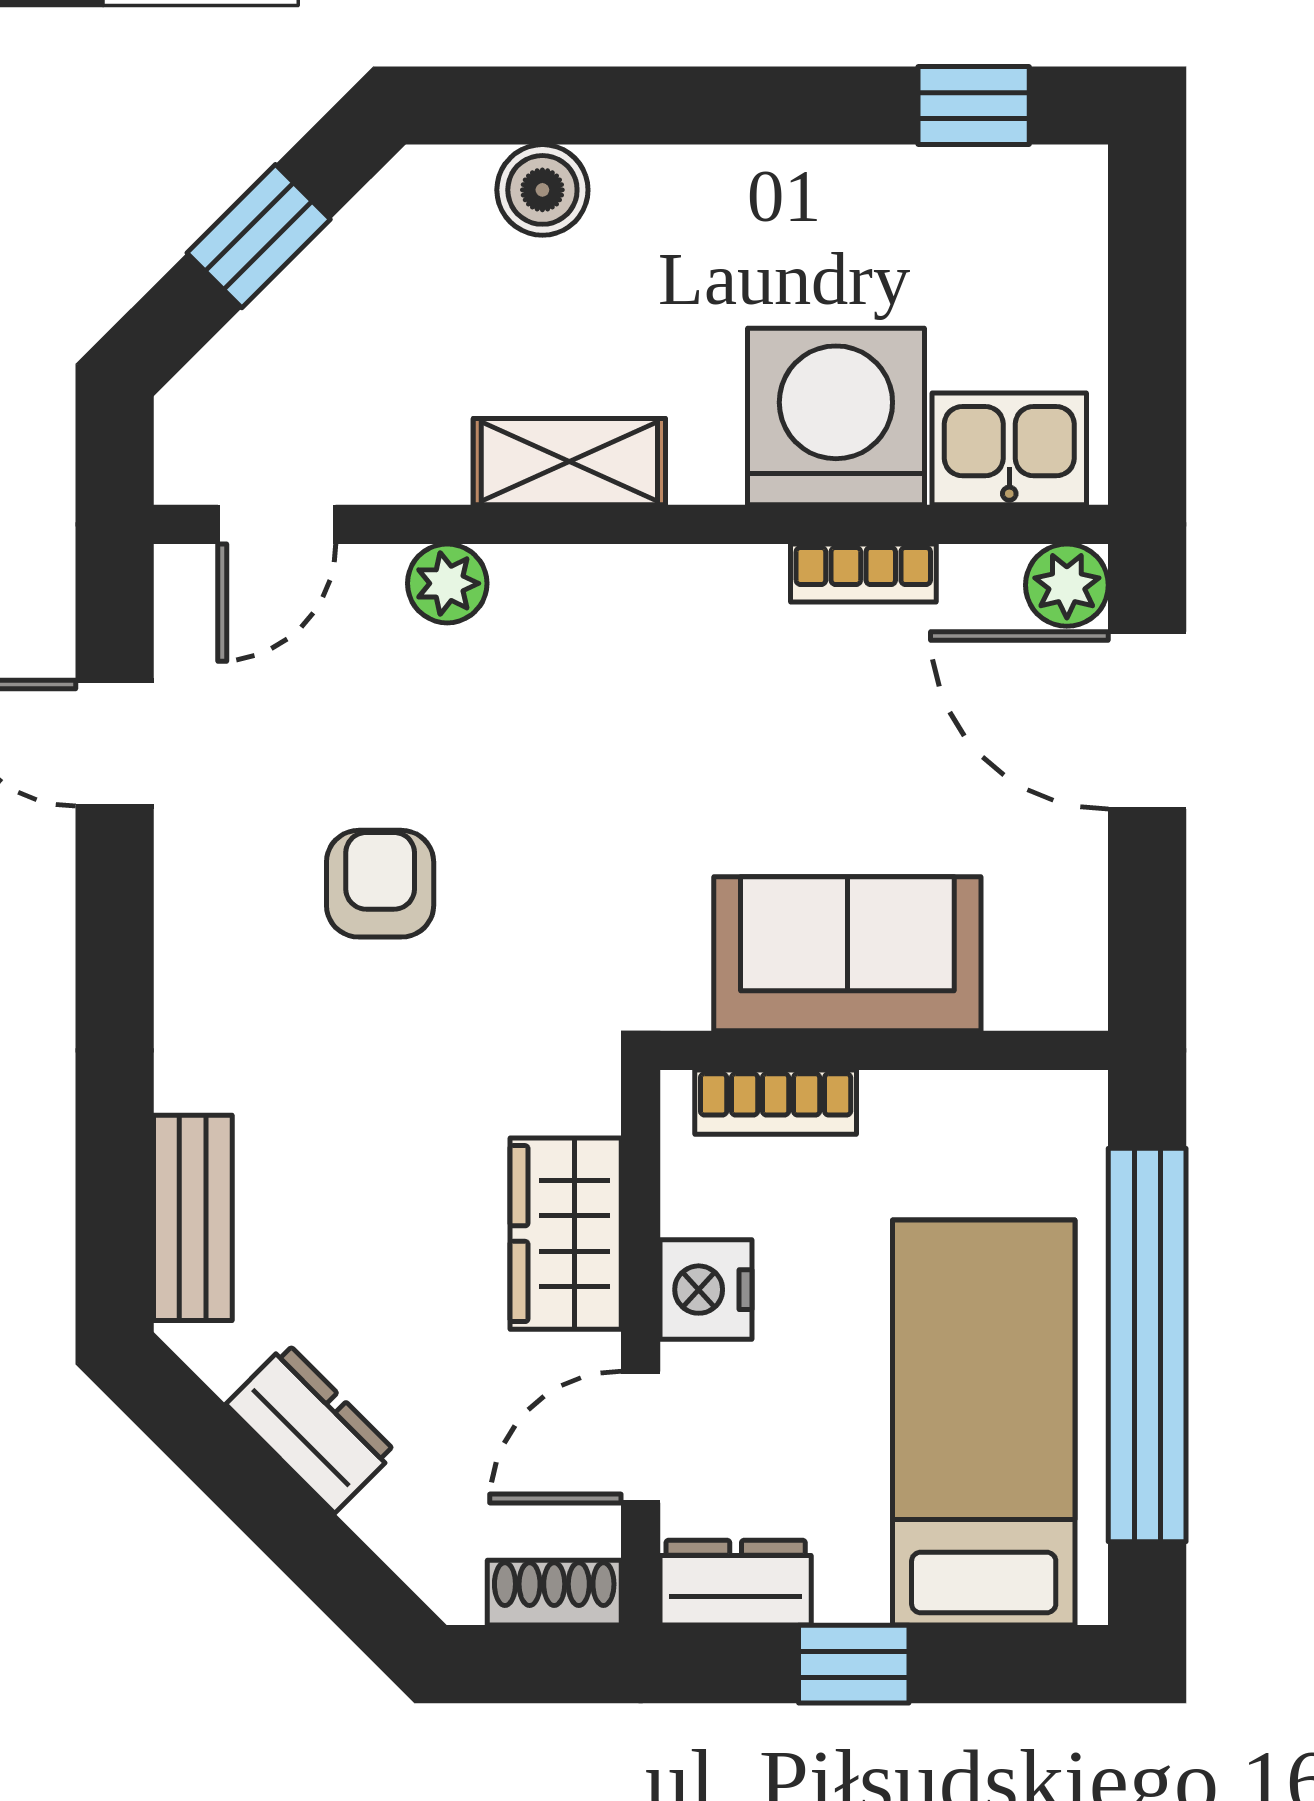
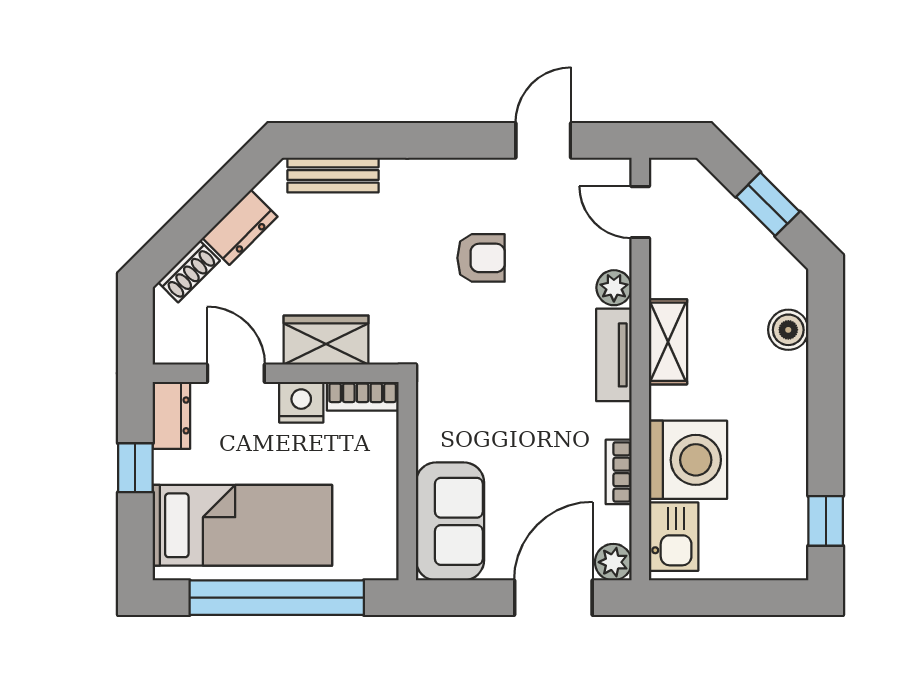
tv unit: (599, 584) -> (614, 355), added
sofa: (847, 954) -> (450, 521), moved
bookcase: (776, 1102) -> (363, 396), moved, turned -90
shoe rack: (554, 1593) -> (189, 271), moved, turned 45

